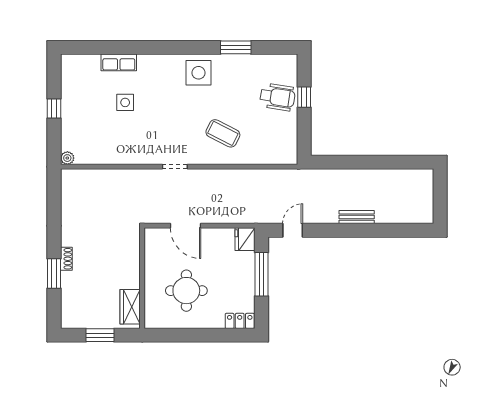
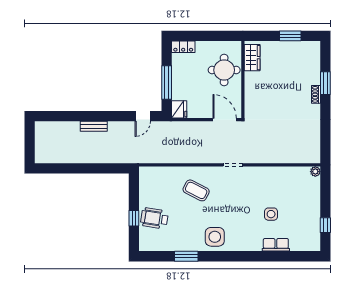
window: (54, 108) -> (325, 225), moved
wall: (142, 278) -> (243, 80), moved
wardrobe: (130, 307) -> (252, 58), moved

